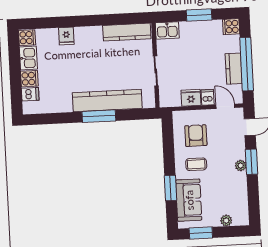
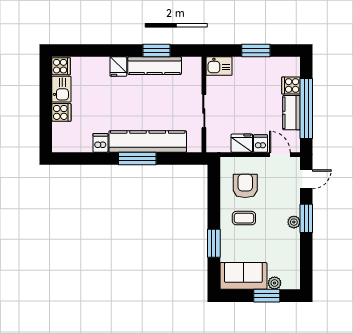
window: (111, 19) -> (157, 51), added
cooker: (231, 27) -> (291, 85), moved
kitchen counter: (127, 32) -> (155, 66), moved
fridge: (66, 36) -> (118, 67), moved
dishwasher: (30, 94) -> (100, 143), moved, turned -90
sofa: (189, 200) -> (243, 276), moved, turned -90
window: (201, 233) -> (267, 296), moved

